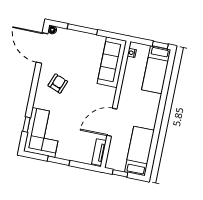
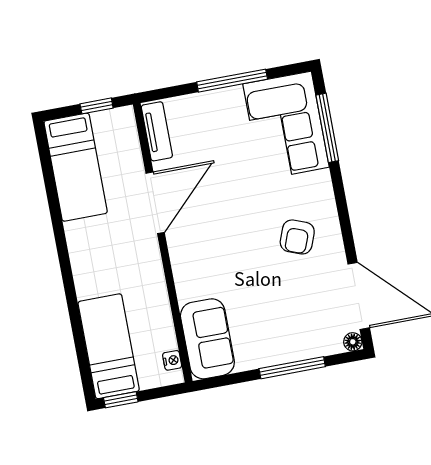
sofa: (112, 62) -> (207, 339), width x0.73
window: (26, 124) -> (327, 128), width x2.17
window: (59, 161) -> (232, 81), width x1.44

